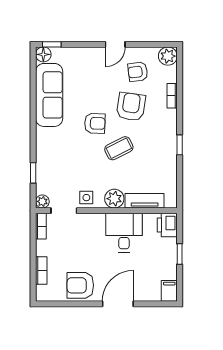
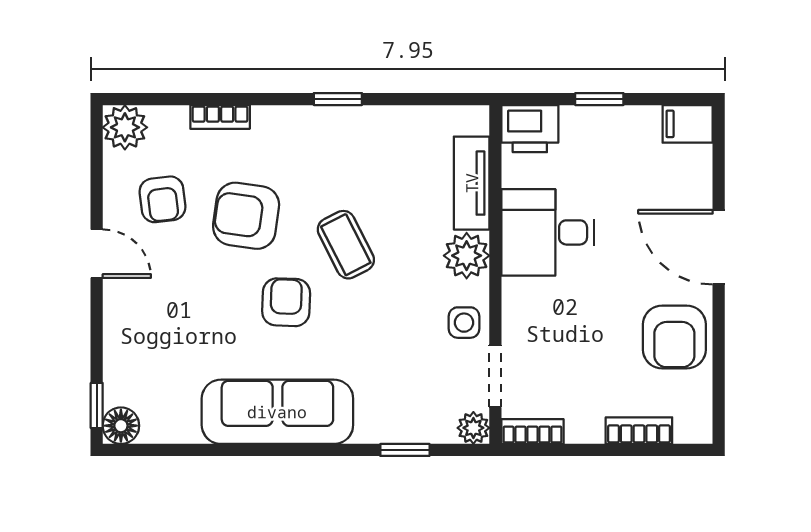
sofa: (49, 95) -> (277, 412), moved

